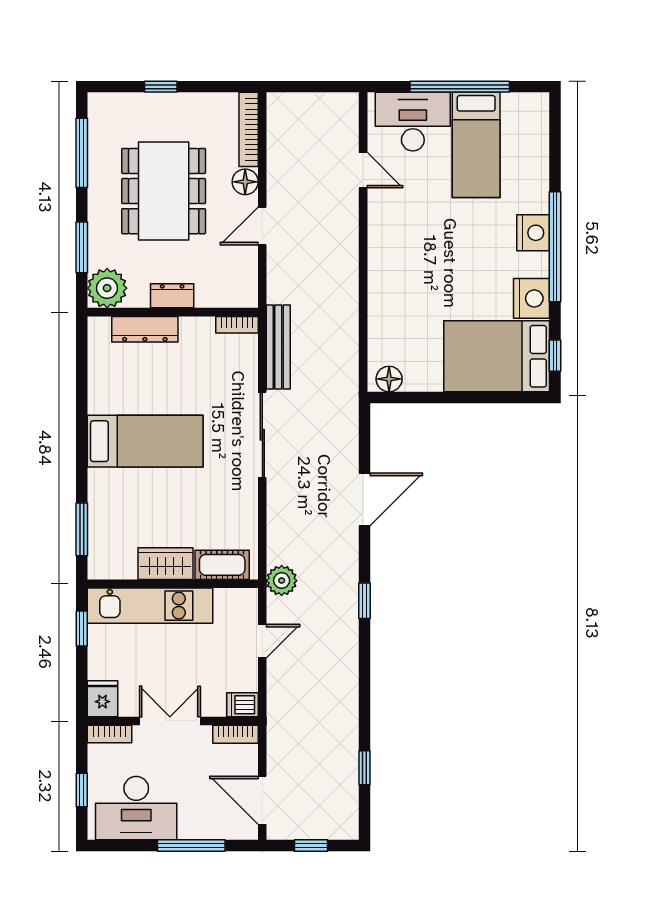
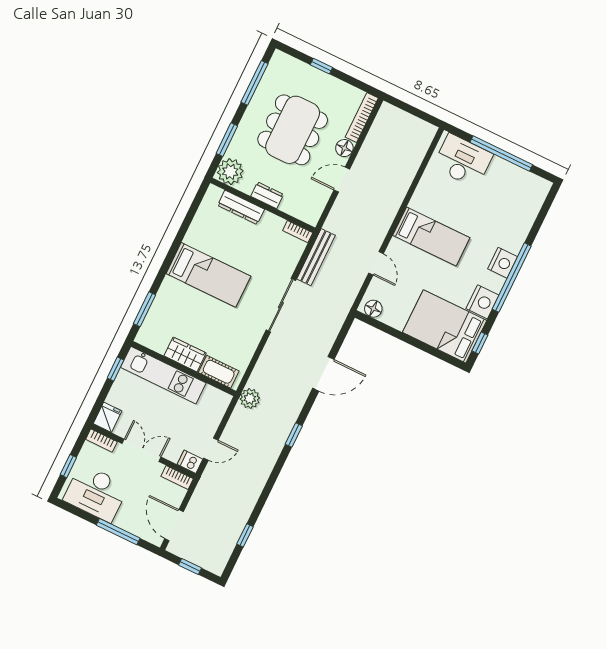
bed: (476, 145) -> (431, 237), moved, turned -90
door: (363, 170) -> (376, 263), moved
door: (262, 641) -> (211, 449), moved

